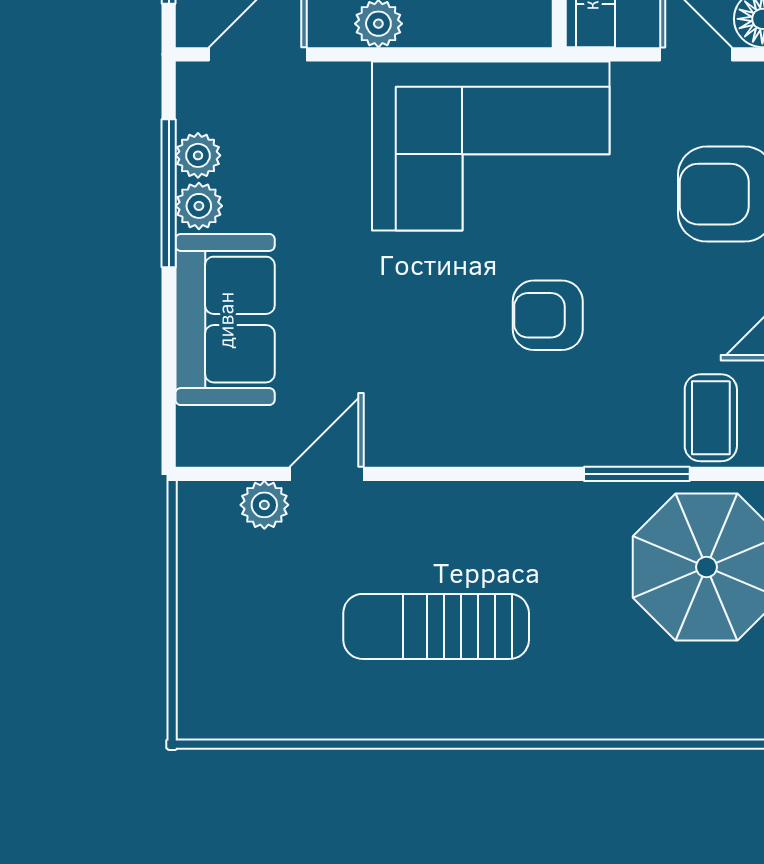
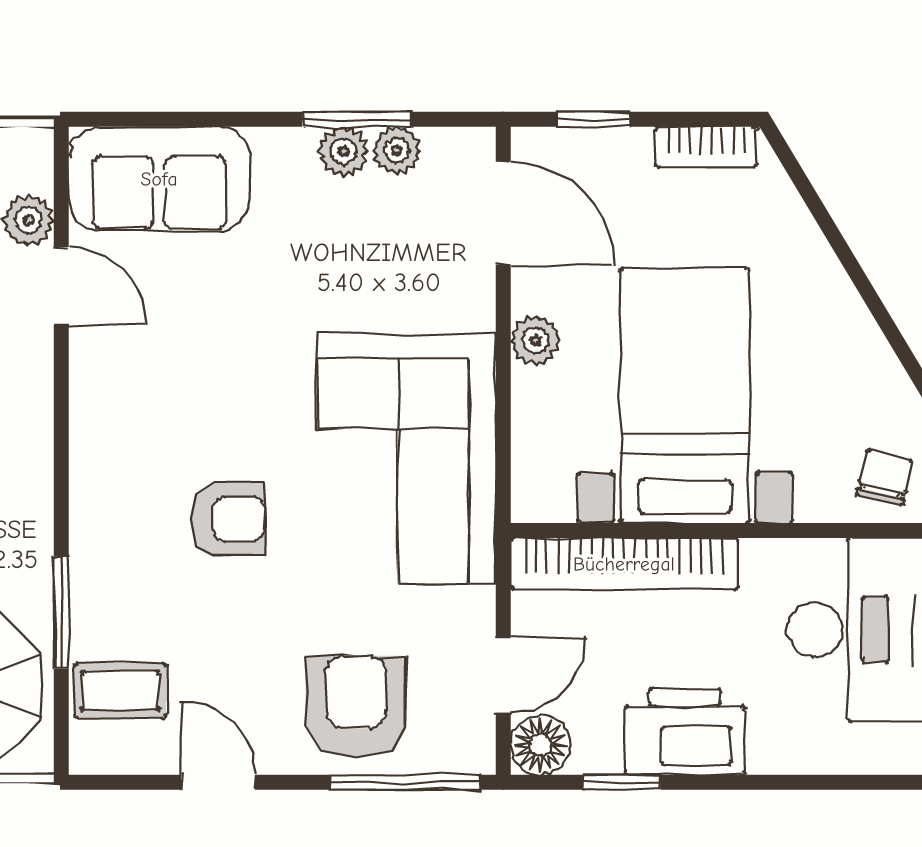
window: (169, 193) -> (357, 119), width x0.69
armchair: (548, 315) -> (228, 519), turned 90
sofa: (225, 320) -> (159, 179), moved

